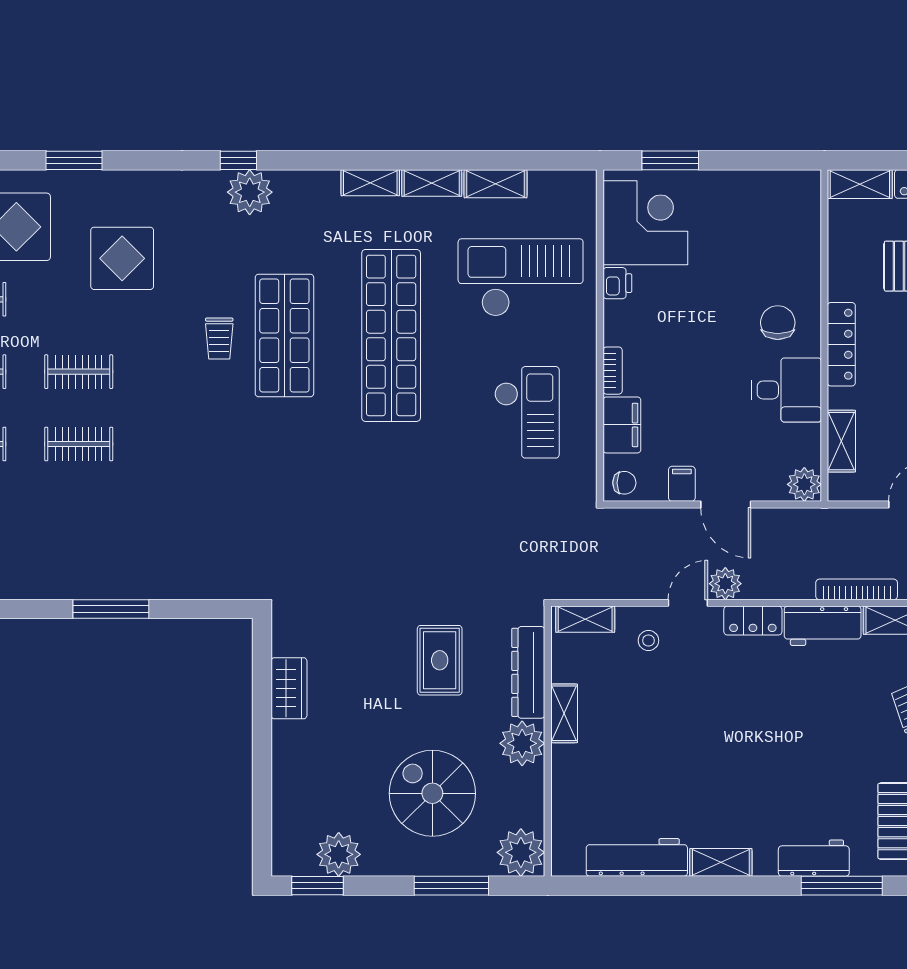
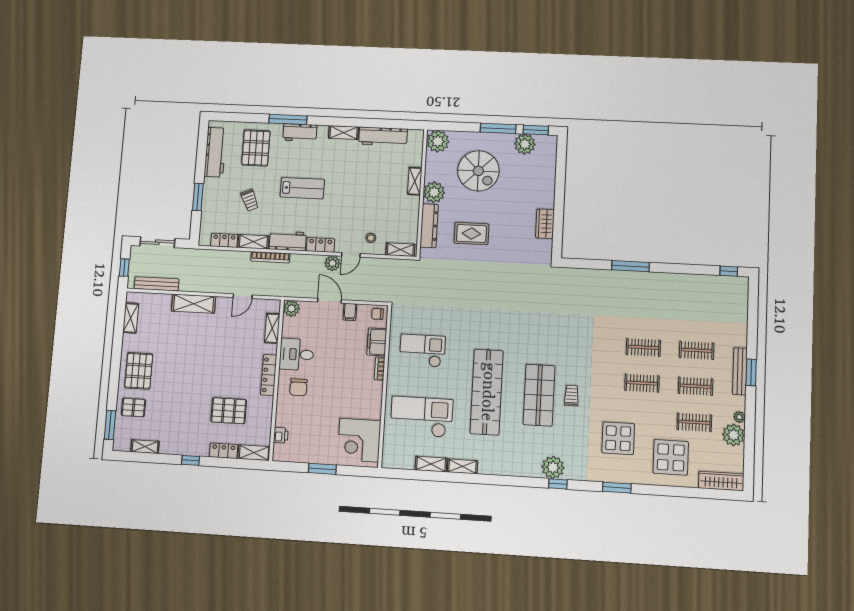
window: (74, 160) -> (617, 488), moved
window: (670, 160) -> (322, 469), moved
shelving: (370, 183) -> (493, 468), removed
checkout: (521, 277) -> (422, 417), turned 180
printer: (617, 283) -> (281, 435), moved, turned 180
checkout: (527, 412) -> (422, 351), turned 90
rug: (440, 660) -> (471, 234), turned 90
shelving: (564, 713) -> (415, 181), moved
lab bench: (800, 739) -> (302, 188), added
window: (451, 886) -> (498, 128), moved

